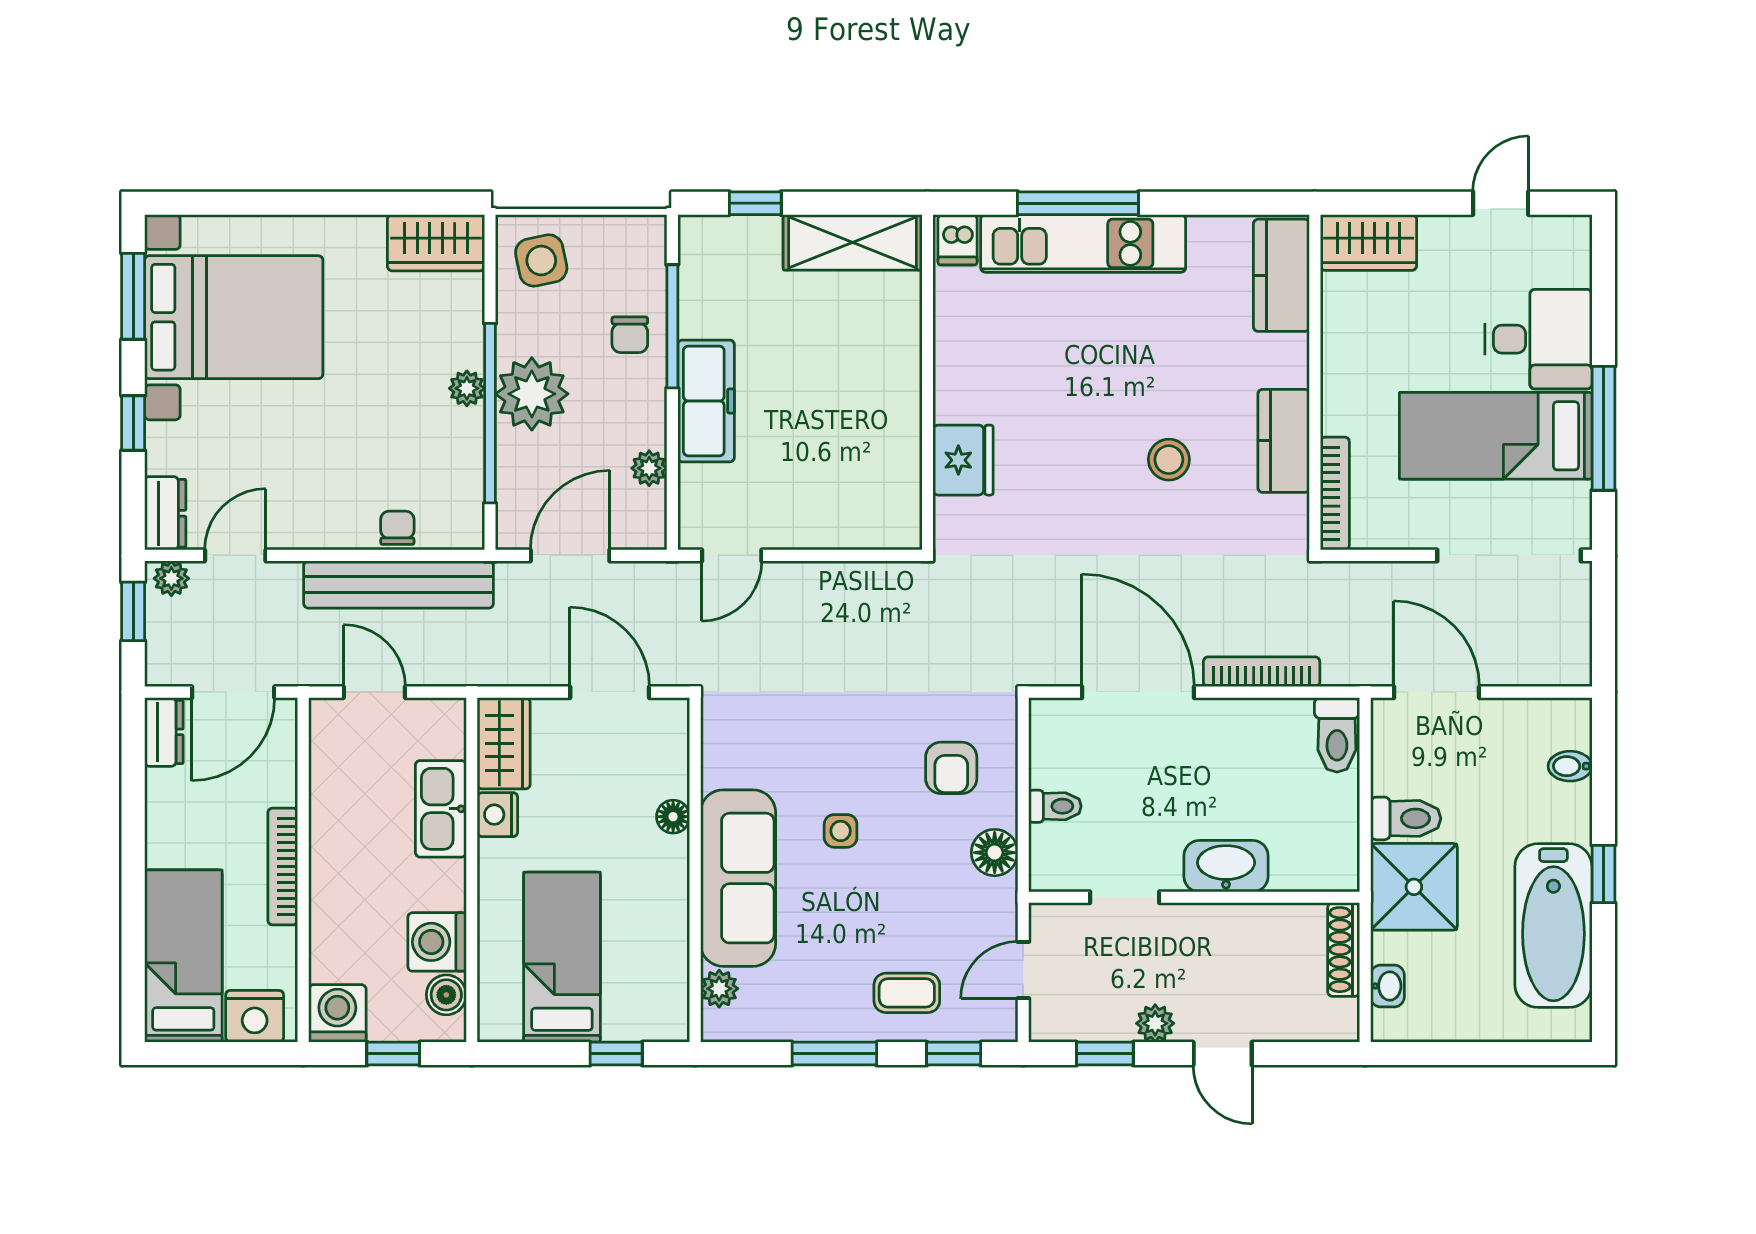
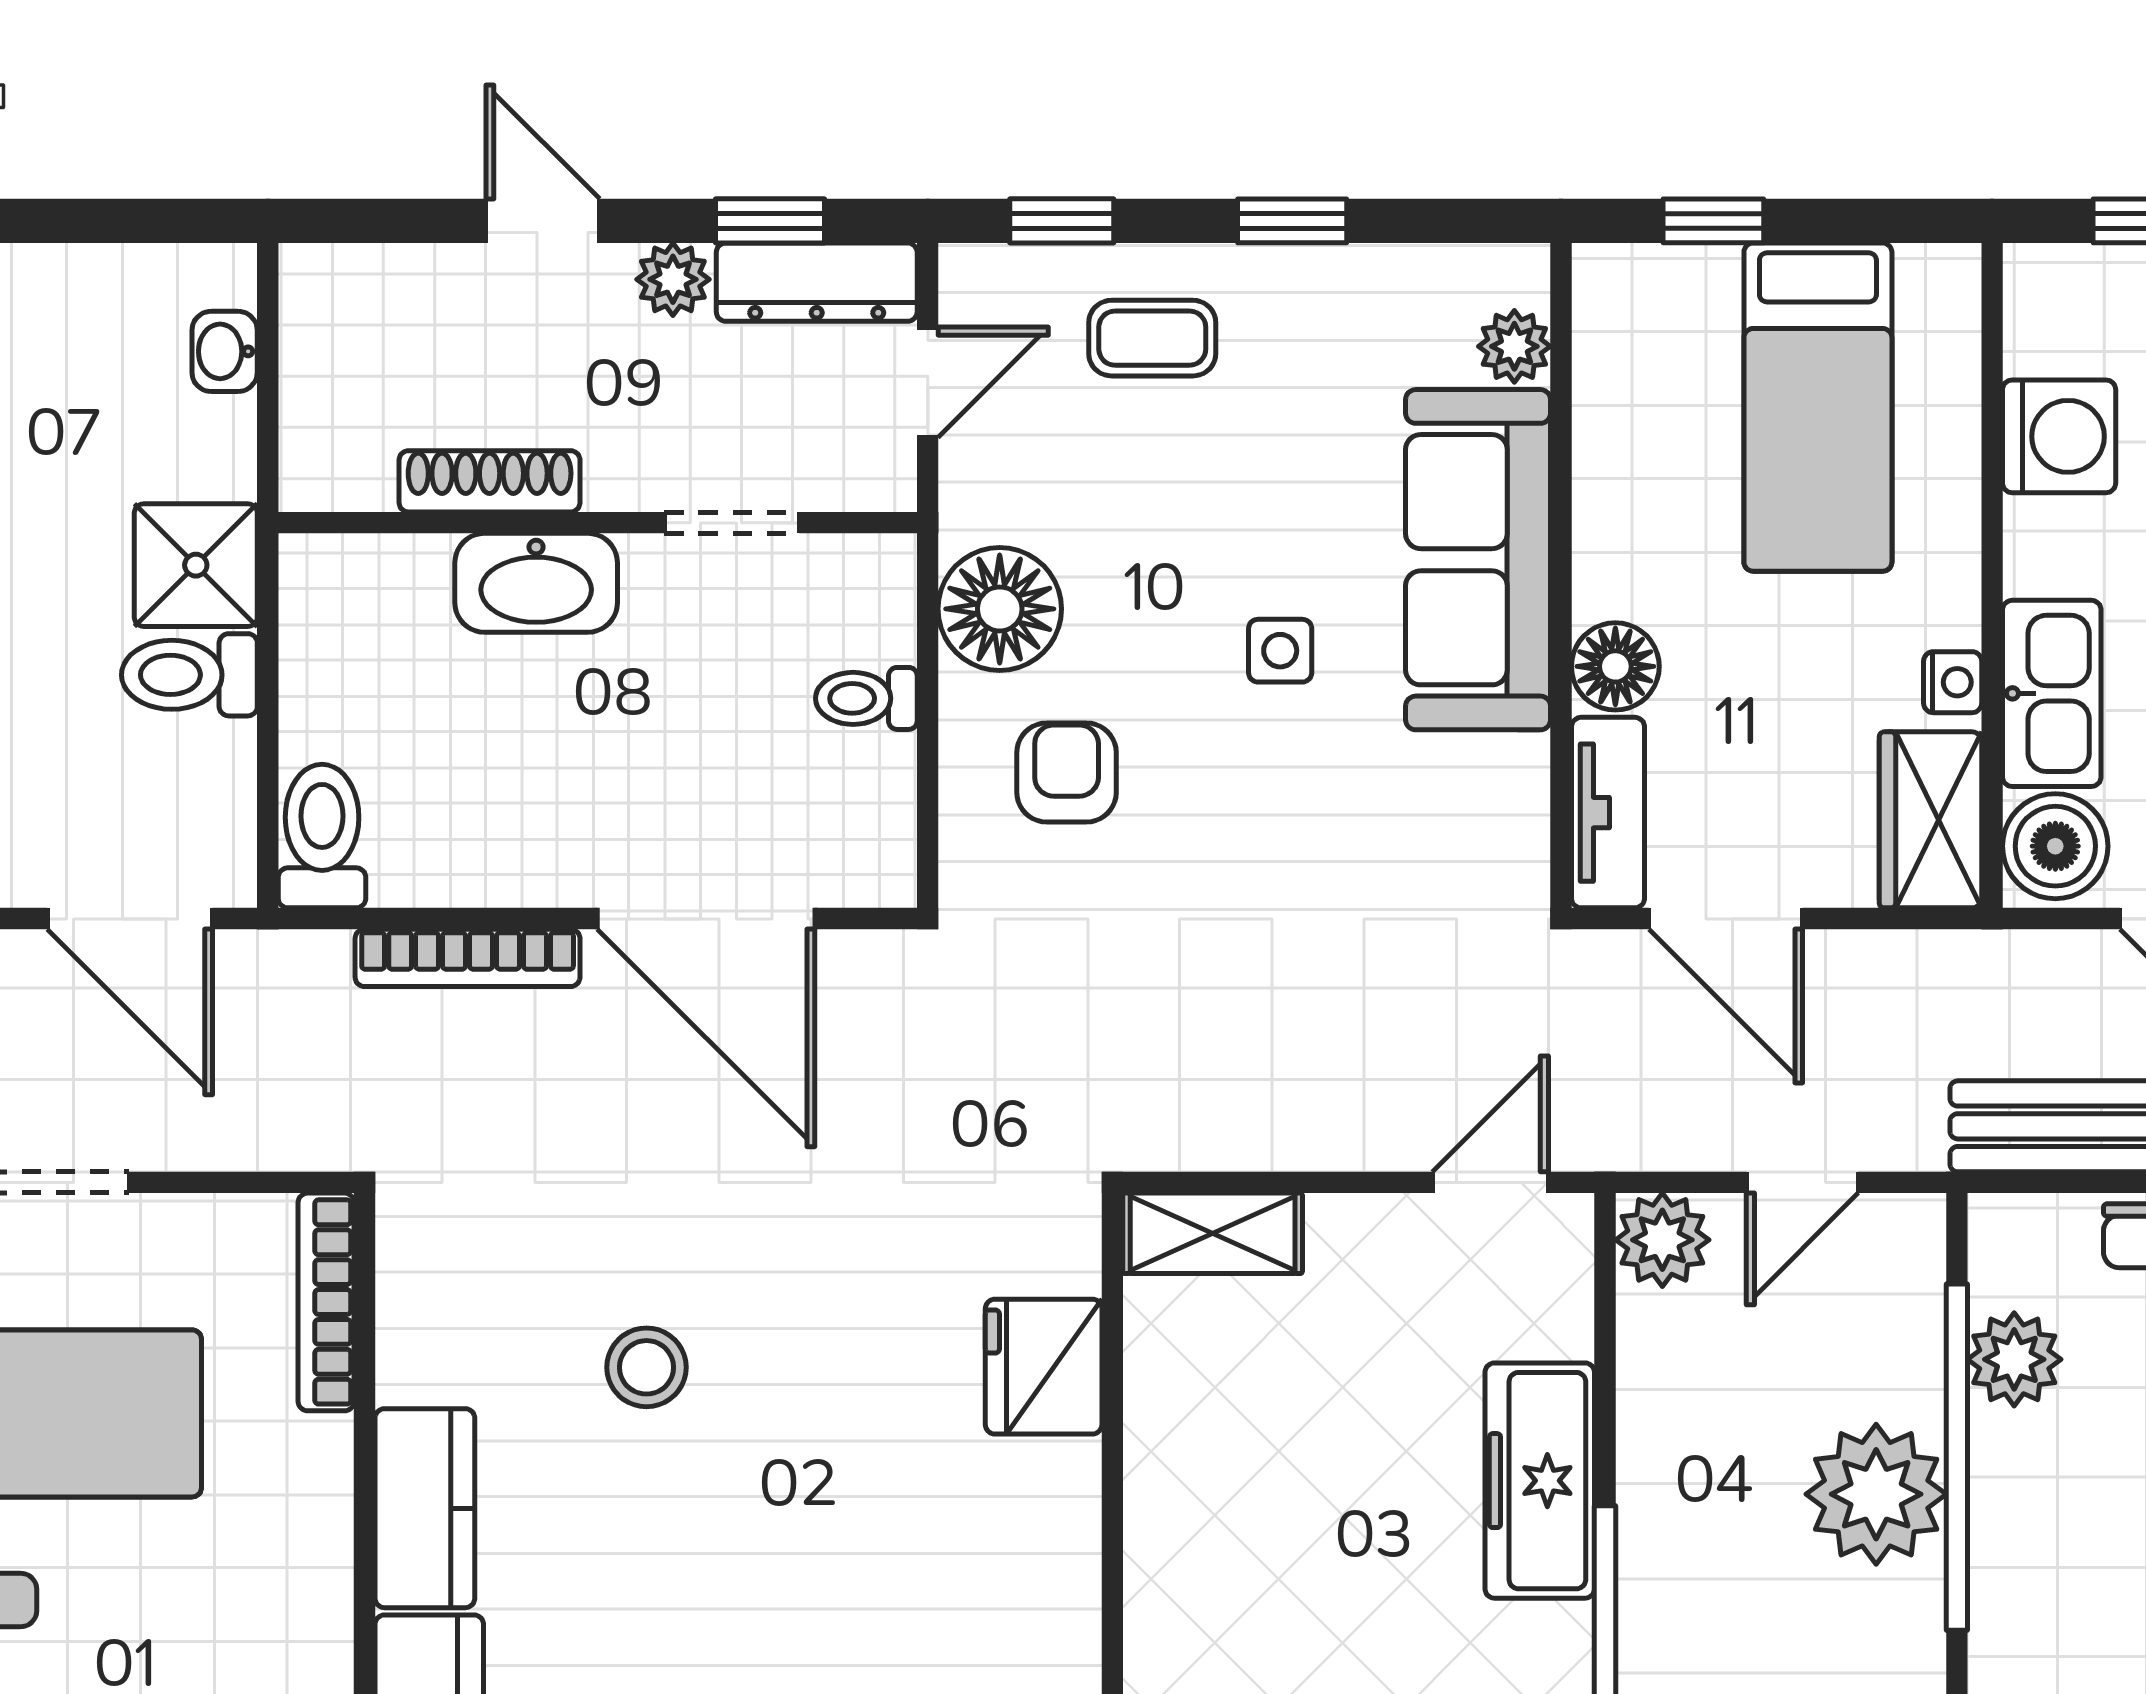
chair: (630, 335) -> (1687, 1608), removed
plant: (467, 388) -> (2014, 1359), moved, width x1.38, depth x1.38
kitchen counter: (1284, 441) -> (425, 1508), moved
plant: (649, 468) -> (1662, 1240), moved, width x1.38, depth x1.38
shelving: (876, 529) -> (1213, 1233), added
door: (570, 555) -> (1802, 1182), width x0.73
tv unit: (671, 747) -> (1608, 813), added
nightstand: (497, 815) -> (1953, 682), width x0.72, depth x0.74
floor lamp: (673, 817) -> (1615, 666), width x1.37, depth x1.37
floor lamp: (995, 853) -> (1000, 609), width x1.38, depth x1.38
shower: (1414, 887) -> (196, 565), width x0.73, depth x0.73
shoe rack: (1344, 950) -> (490, 481), moved, turned -90
boiler: (446, 995) -> (2055, 846), moved, width x1.36, depth x1.36
dresser: (1081, 1022) -> (817, 282), added
window: (834, 1054) -> (1292, 221), width x0.67

